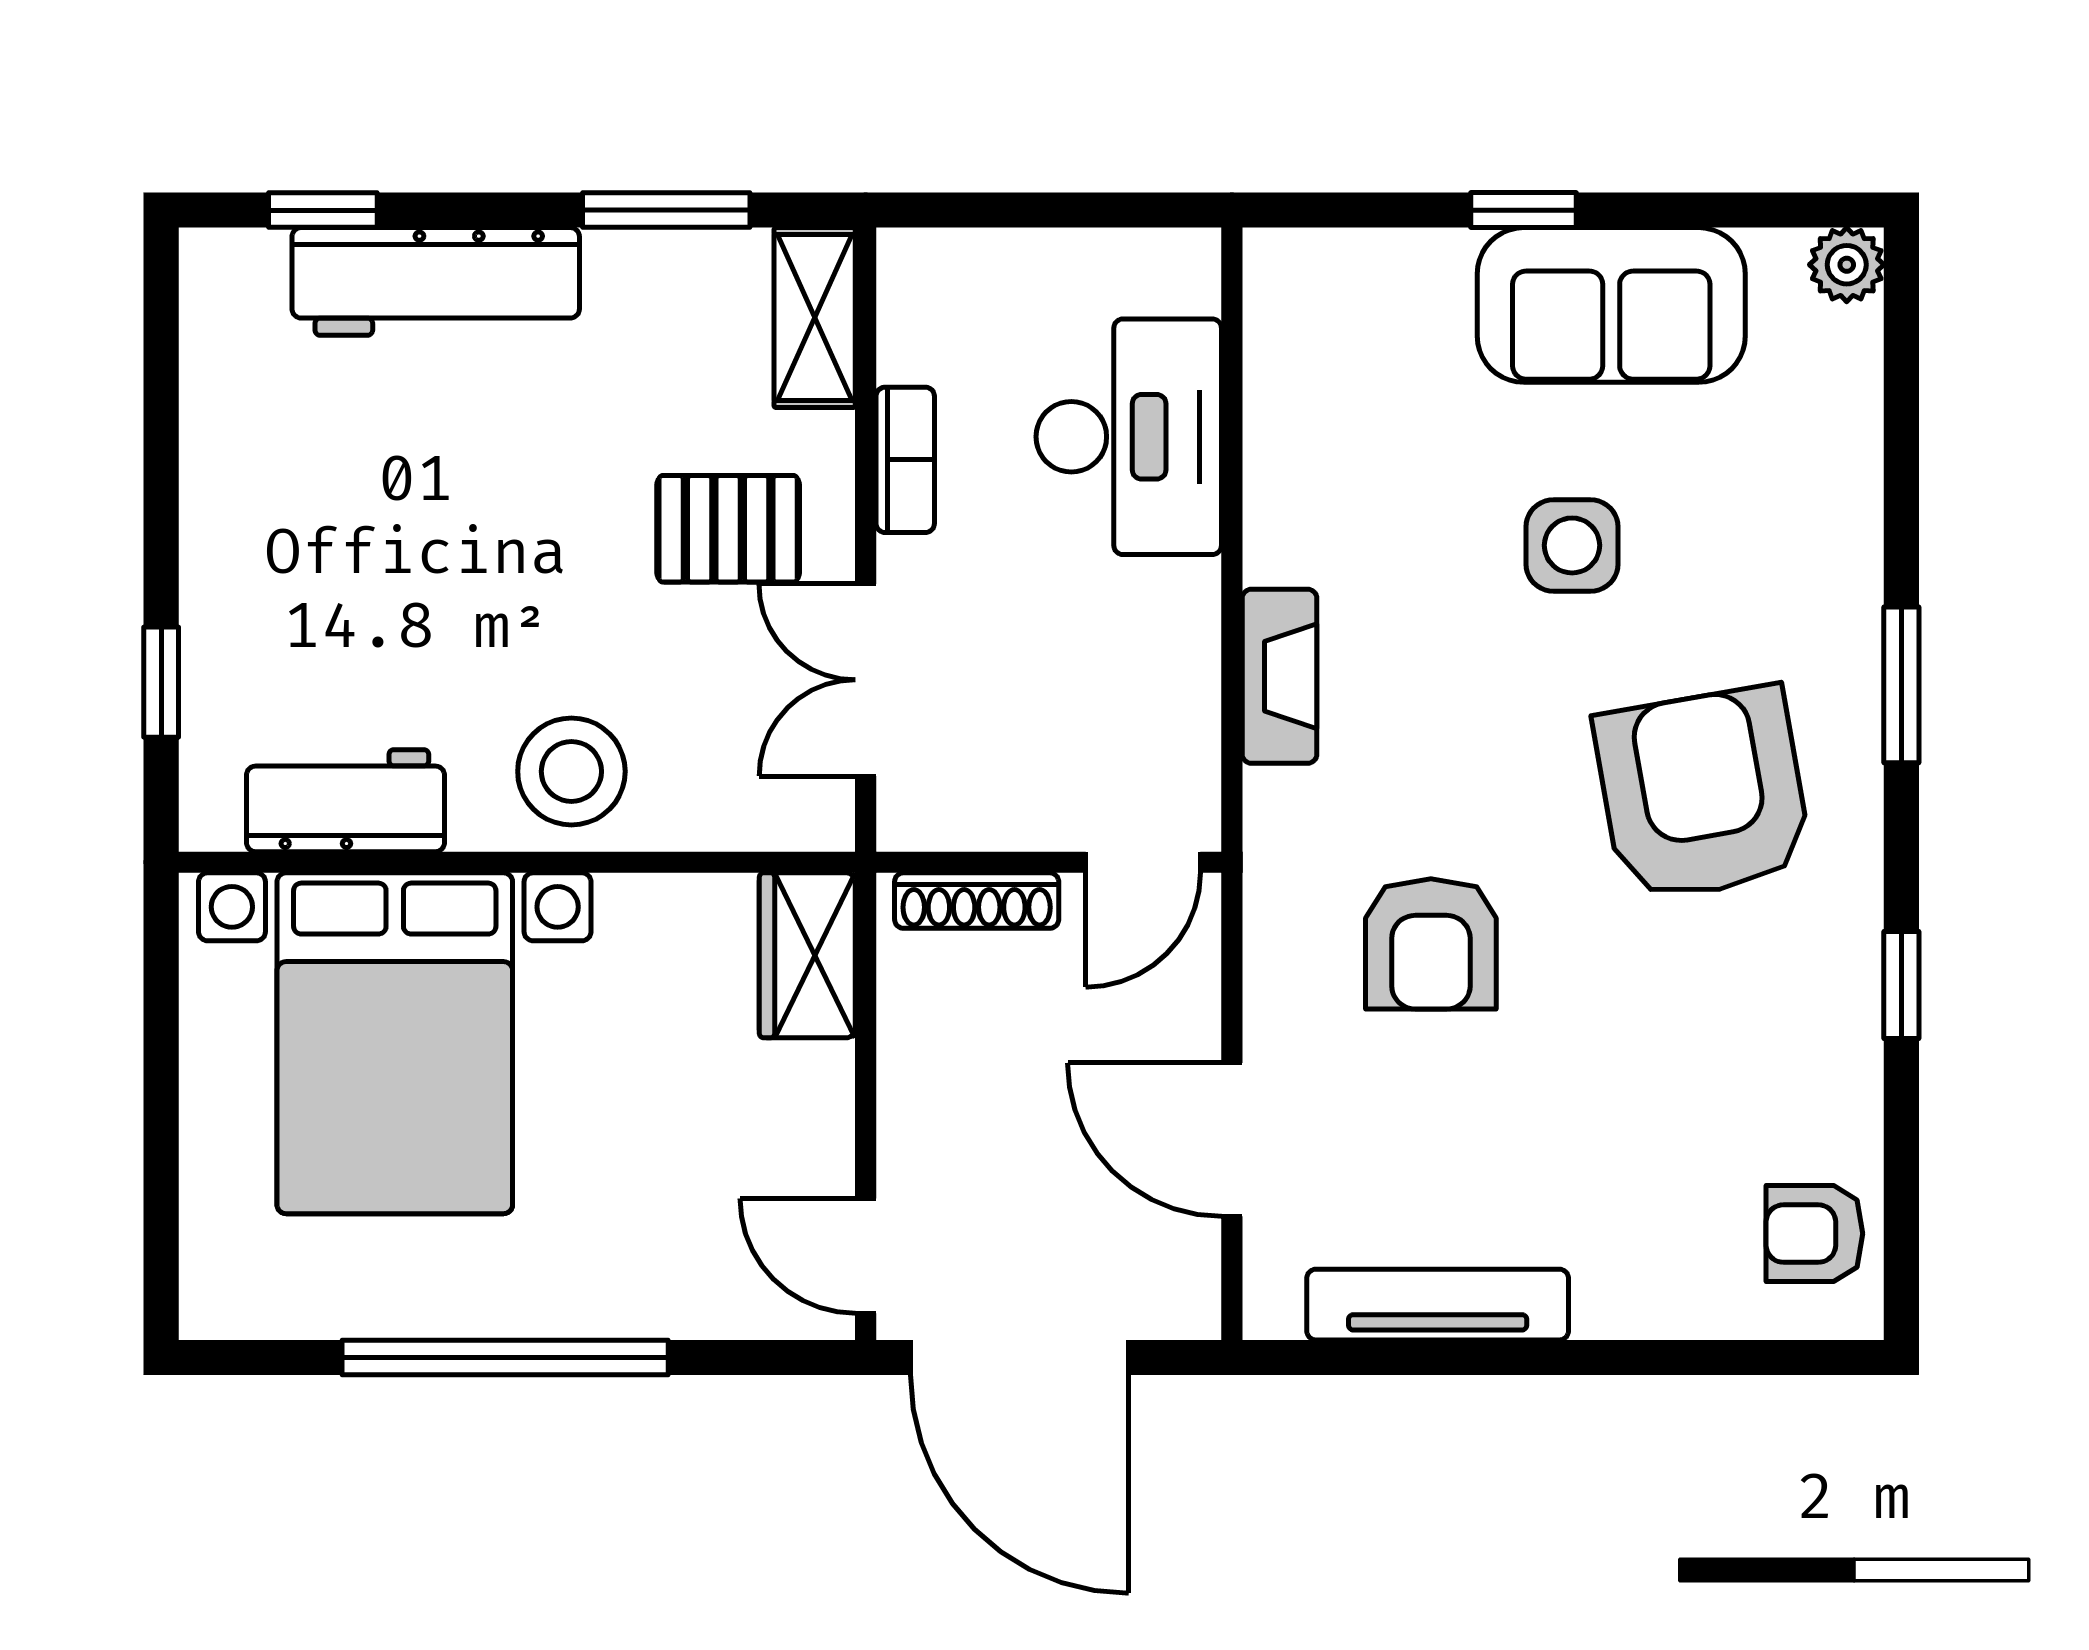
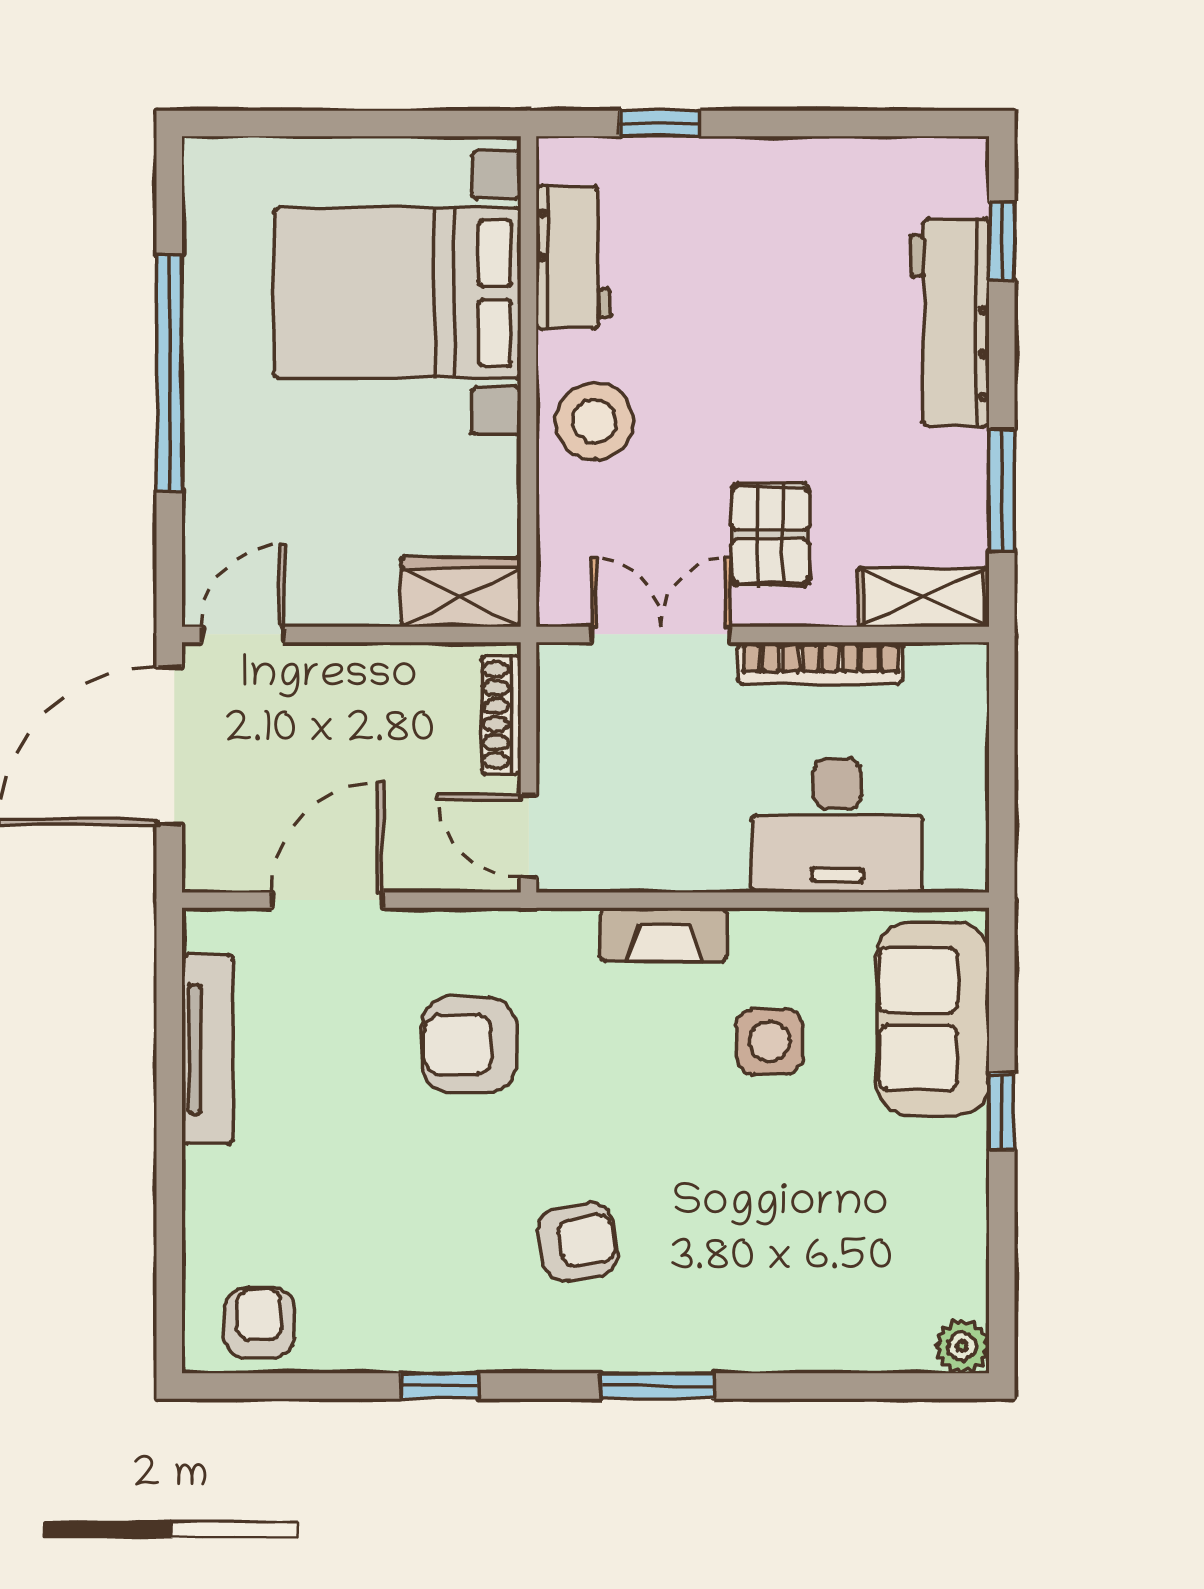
sofa: (1611, 305) -> (933, 1019), moved
bookcase: (905, 460) -> (820, 663), width x1.56
side table: (1572, 545) -> (769, 1041), moved
armchair: (1703, 794) -> (578, 1242), width x0.53, depth x0.53

